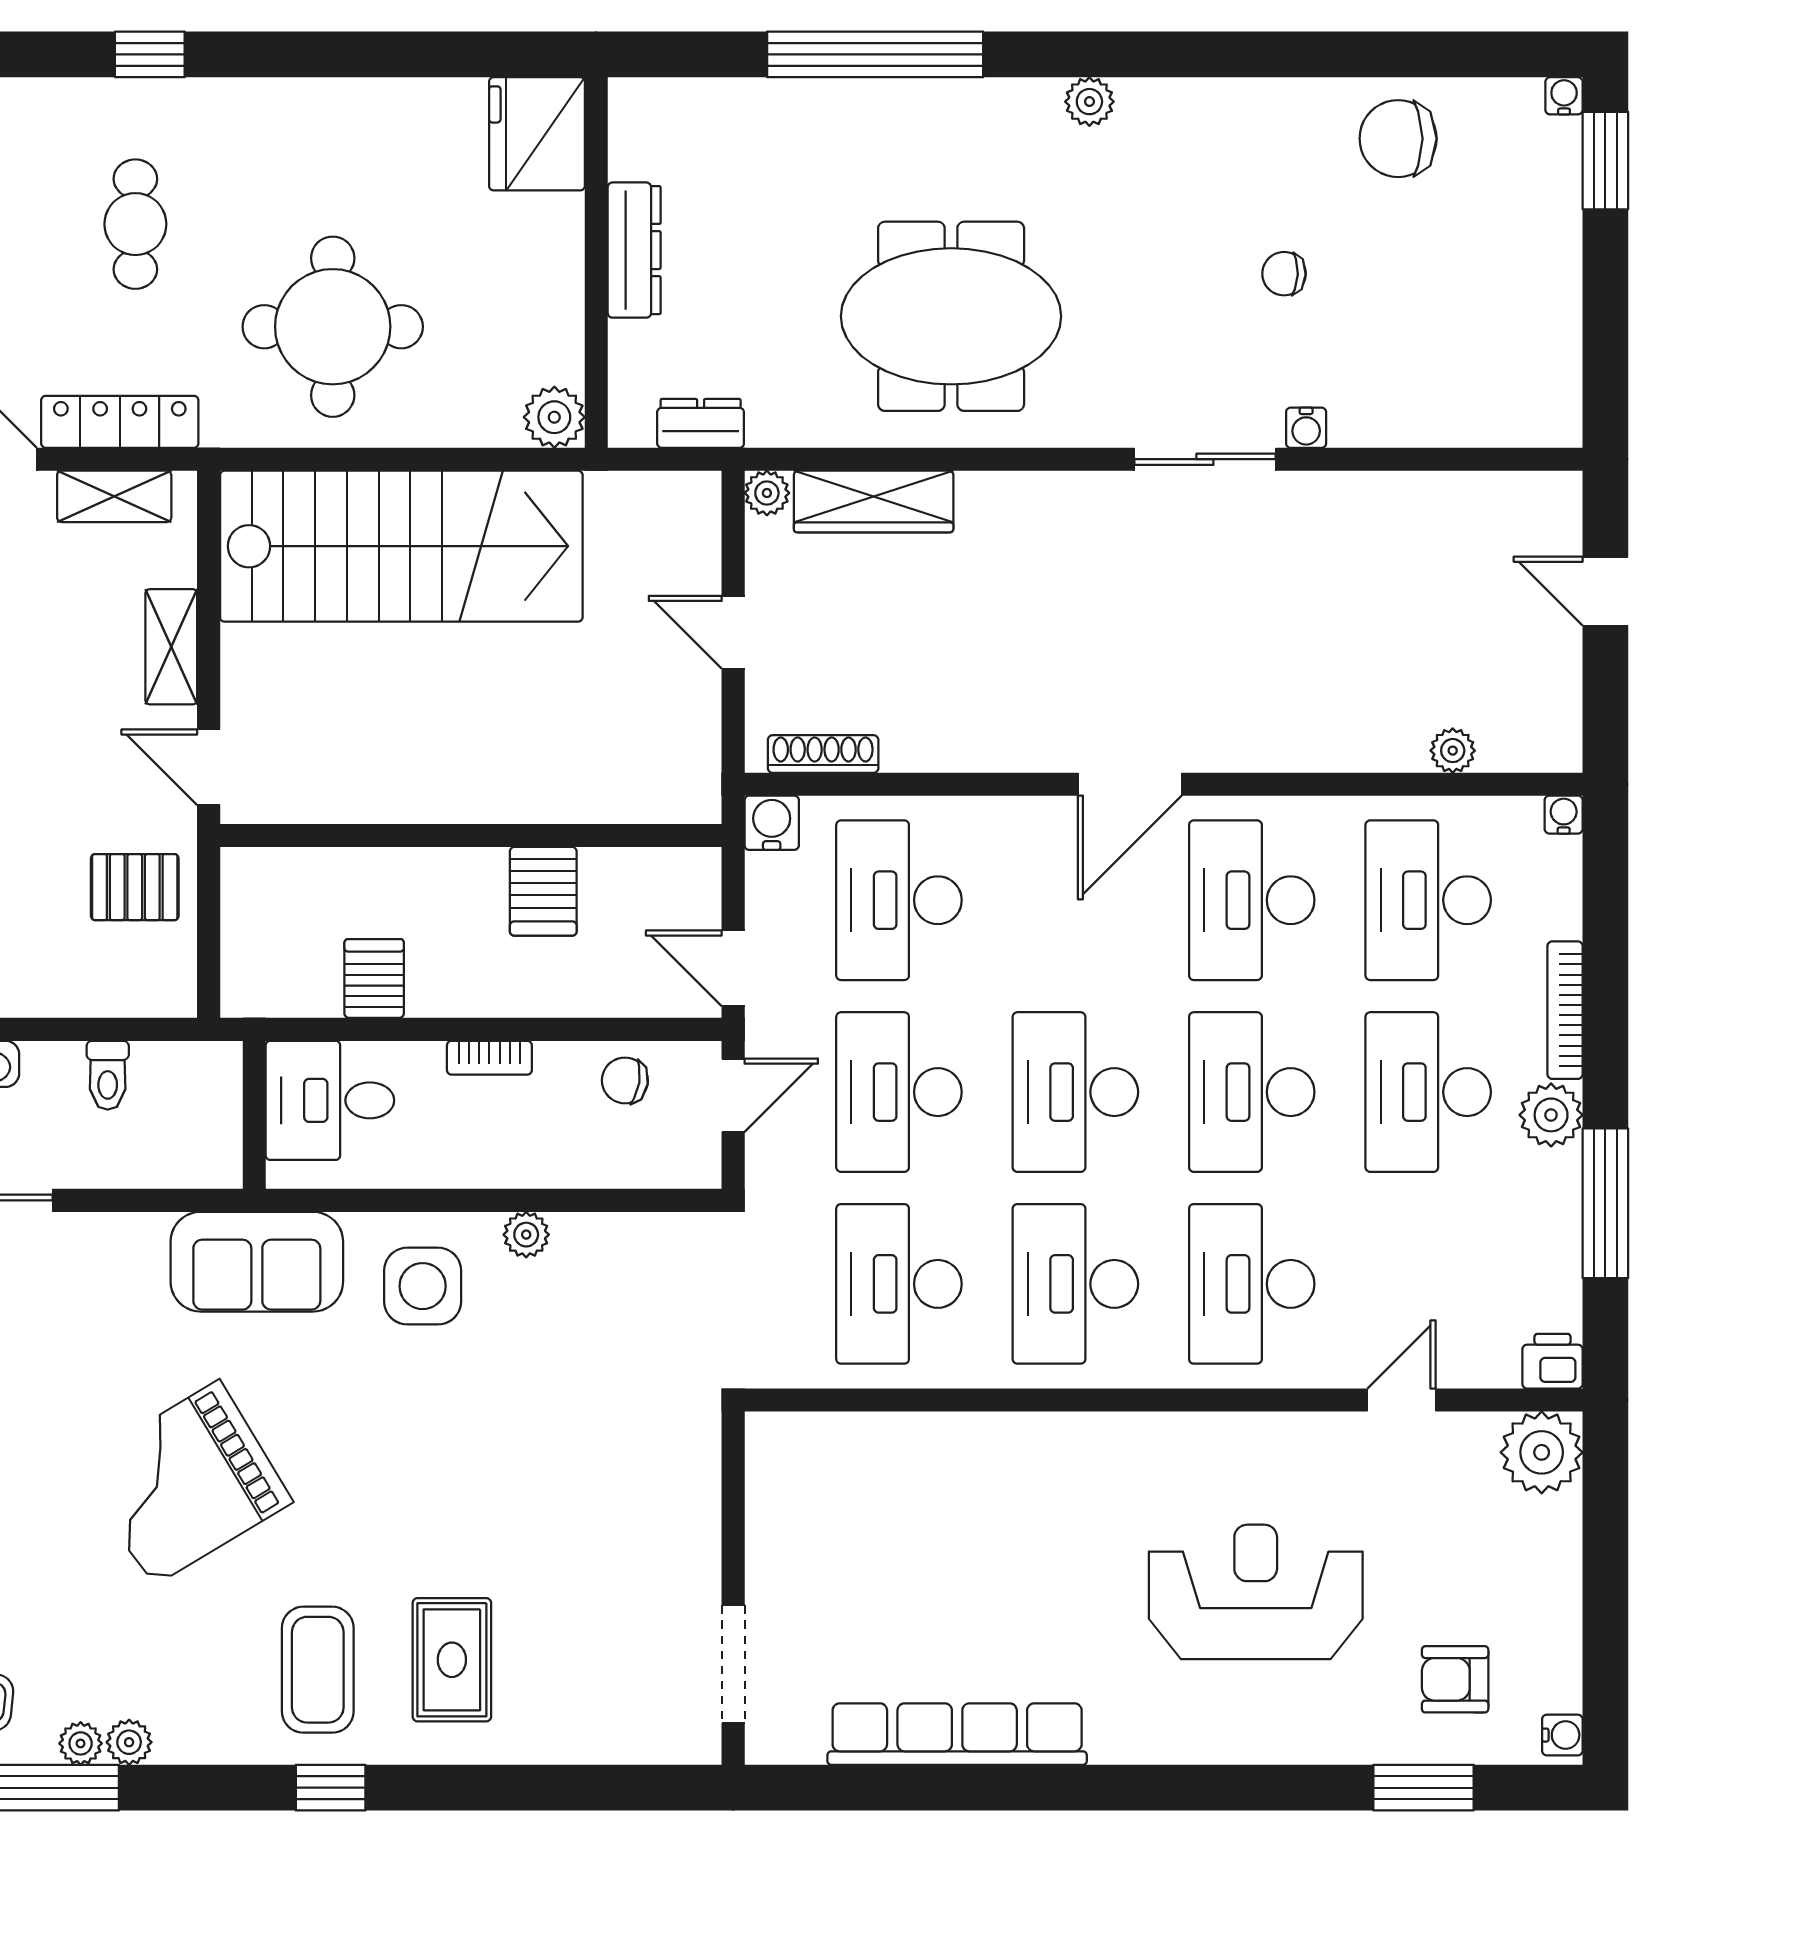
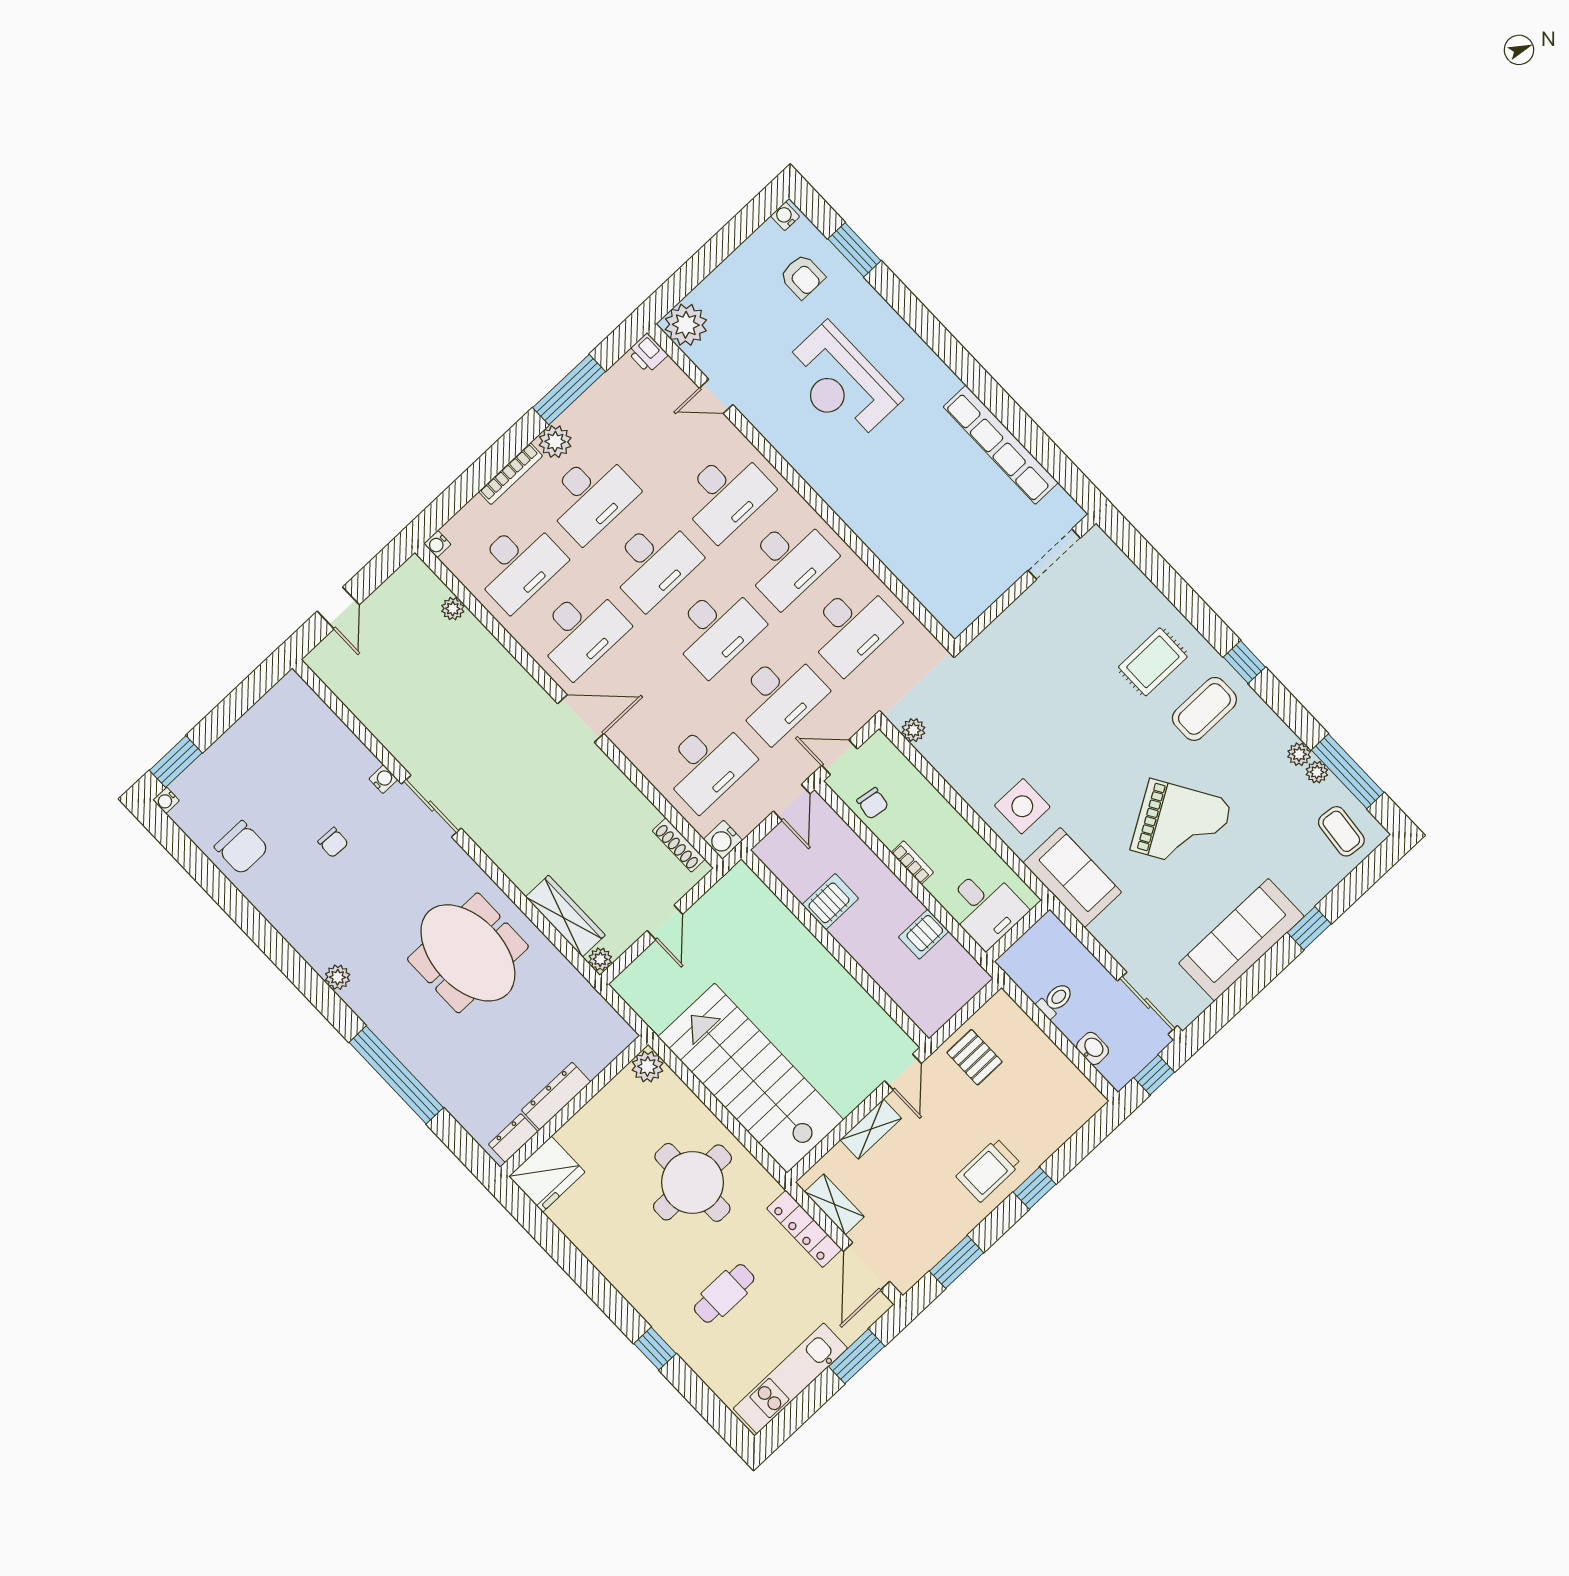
dresser: (701, 423) -> (513, 1138), moved, turned 90
plant: (526, 1235) -> (913, 730), moved

